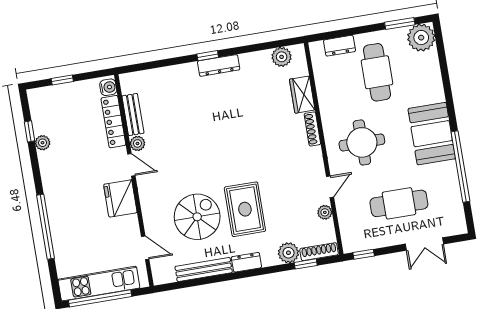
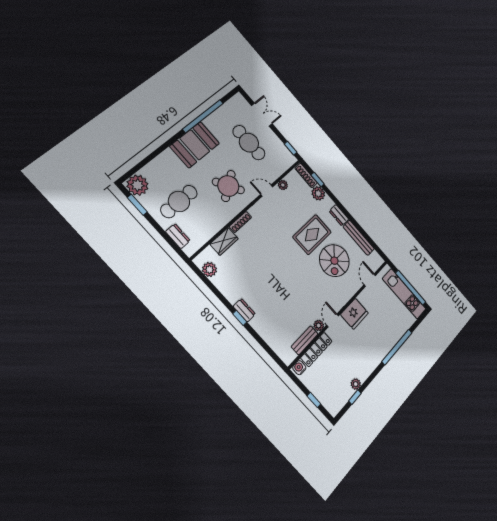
dresser: (219, 65) -> (244, 310), width x0.70
round table: (362, 142) -> (228, 186), turned -33
spiral stairs: (197, 217) -> (334, 261), turned -90

